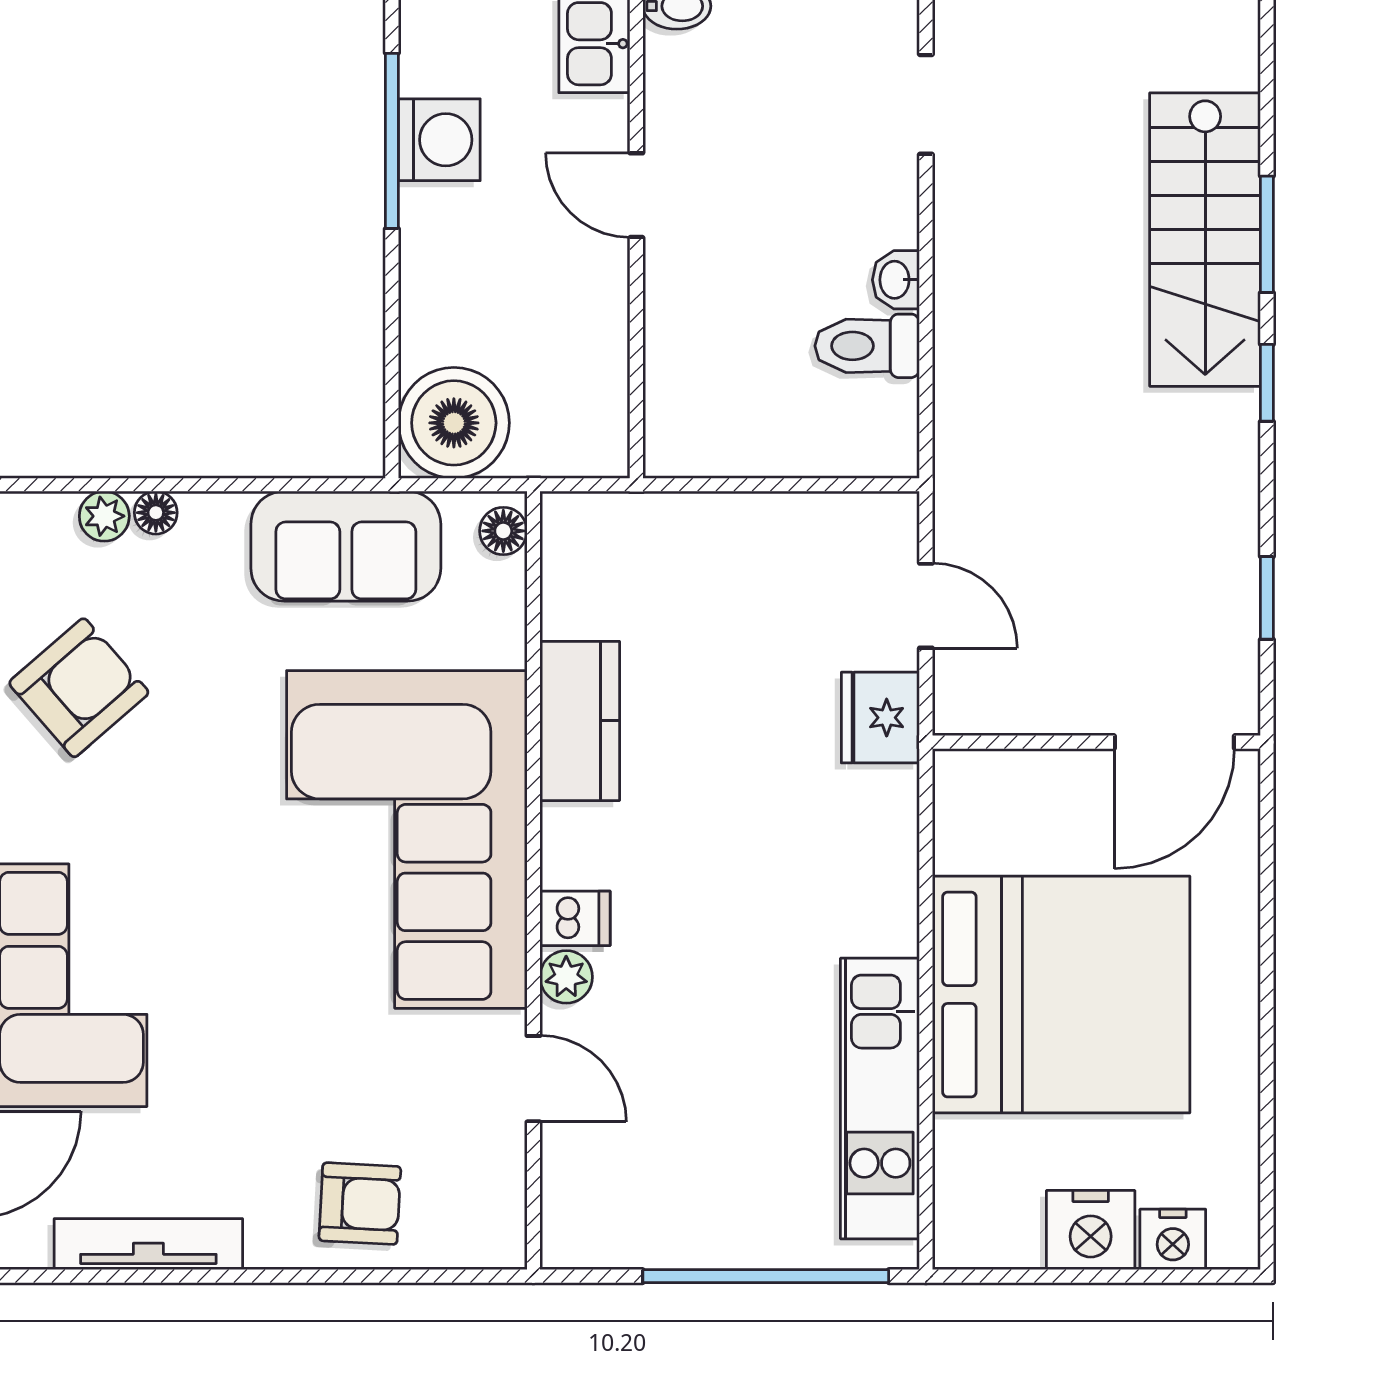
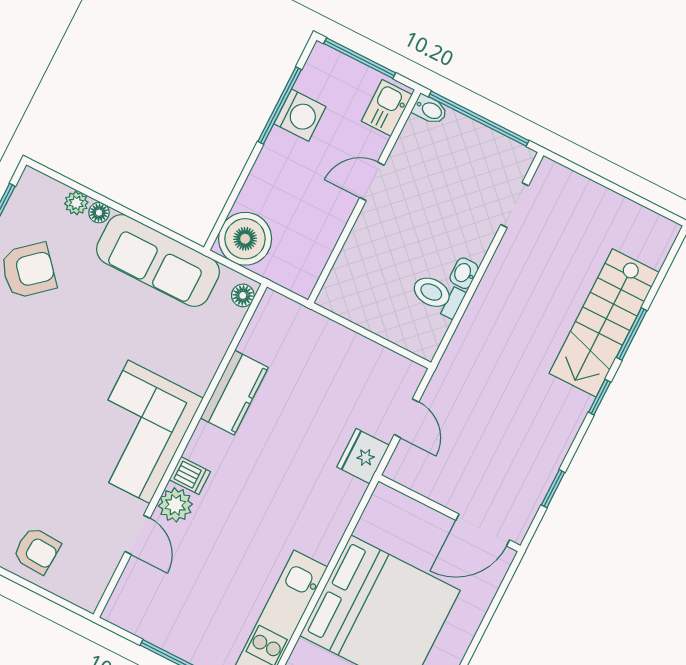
door: (636, 195) -> (372, 181), hinge flipped
sofa: (346, 546) -> (158, 261), width x1.36
corner sofa: (407, 839) -> (139, 432), width x0.73, depth x0.74
plant: (566, 977) -> (175, 505), width x1.38, depth x1.38

